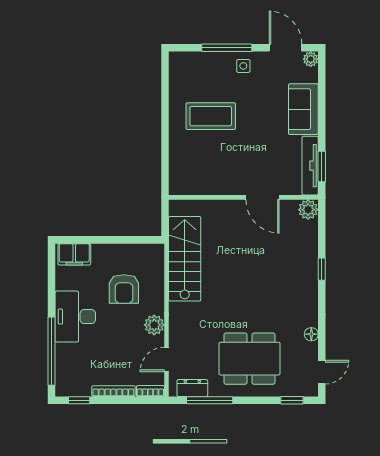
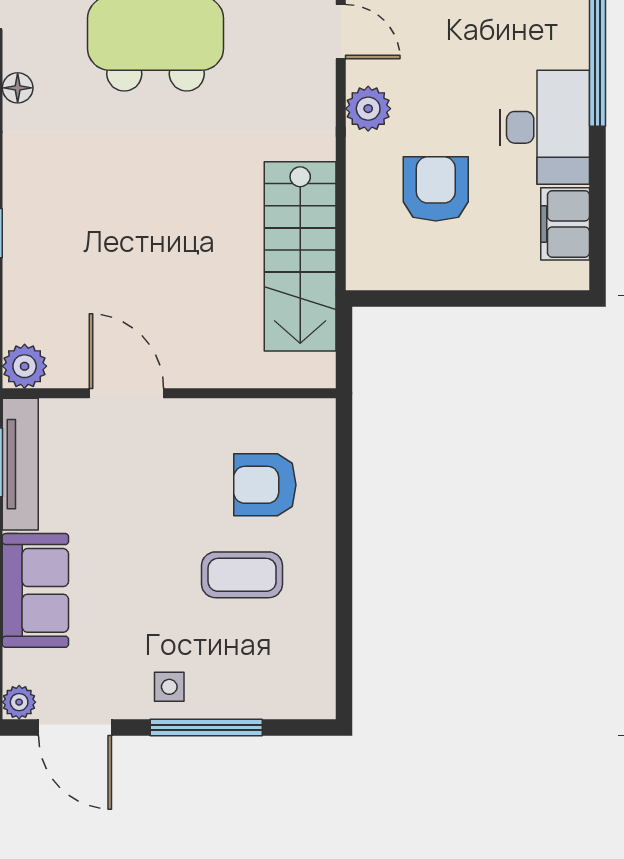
coffee table: (211, 116) -> (242, 575), width x0.73, depth x0.76
armchair: (201, 156) -> (265, 485), added
filing cabinet: (74, 254) -> (565, 224), moved, turned -90
door: (166, 359) -> (341, 32), hinge flipped

